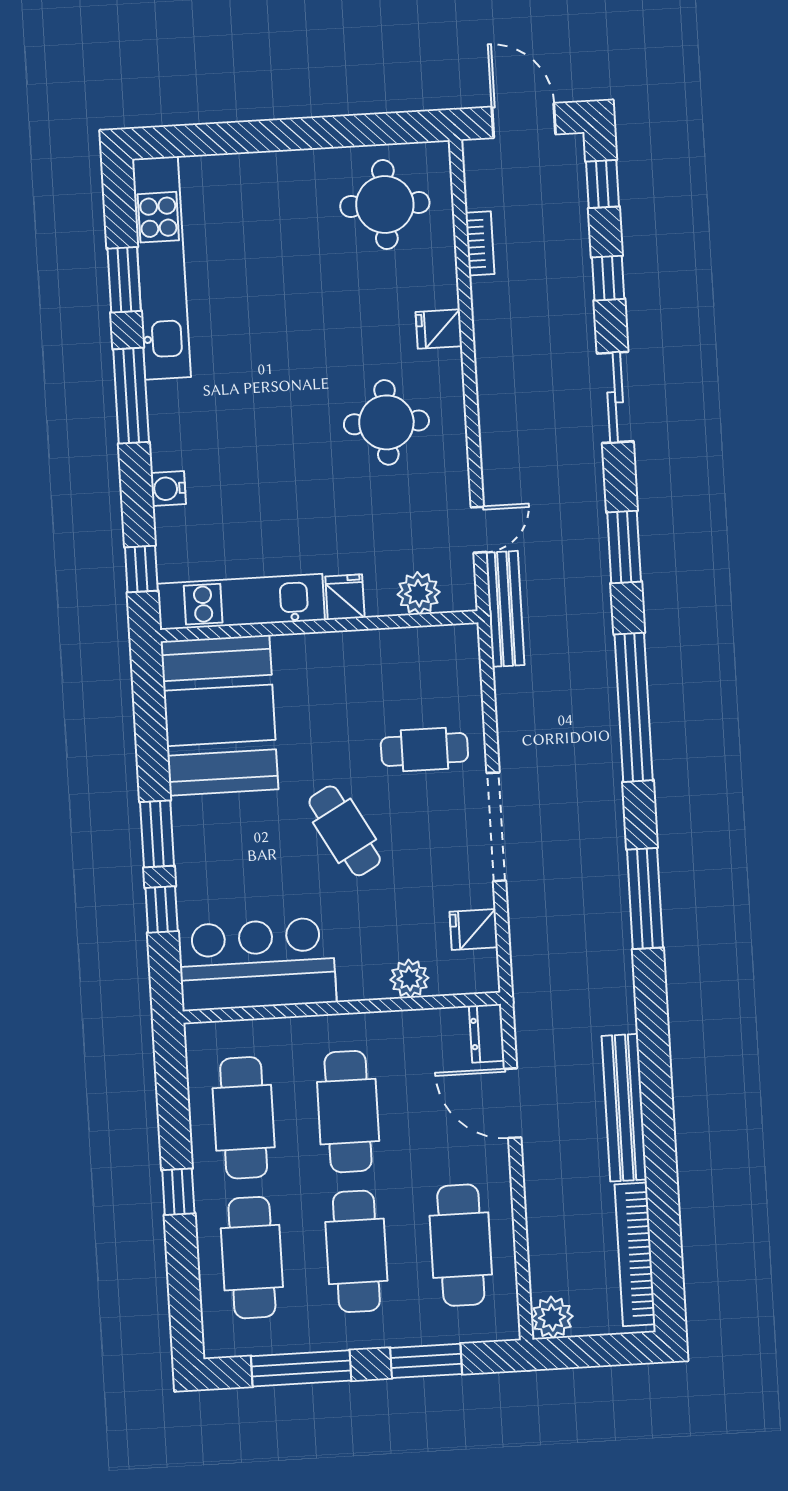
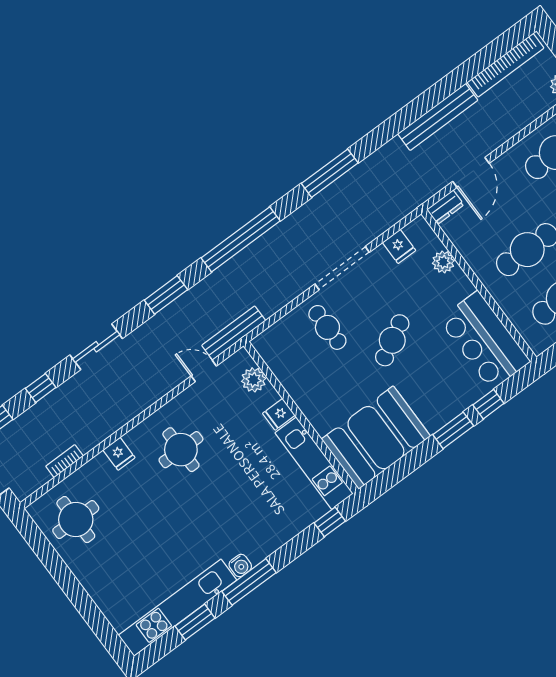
water cooler: (168, 489) -> (240, 566), moved

